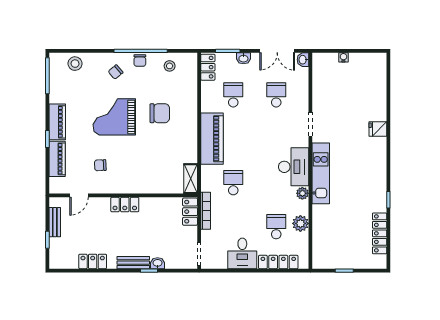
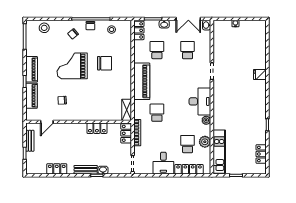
kitchen unit: (321, 173) -> (219, 152), moved
locker: (125, 205) -> (97, 128), moved
locker: (380, 233) -> (261, 154), width x0.66

